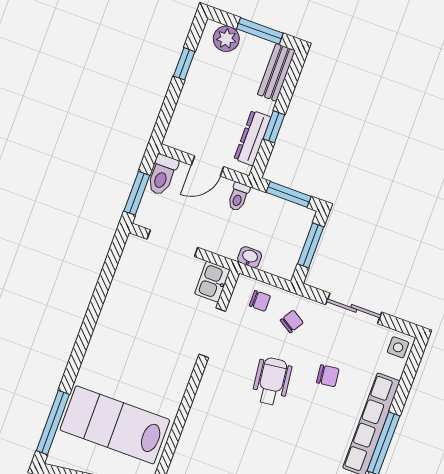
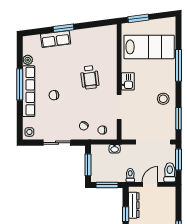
doorway: (172, 243) -> (153, 142), width x1.36
window: (109, 270) -> (179, 119), added
kitchen sink: (212, 282) -> (128, 81), moved
stool: (124, 318) -> (163, 99), added
chair: (328, 376) -> (54, 95), moved
wheelchair: (272, 381) -> (90, 77), moved
window: (53, 423) -> (179, 65), moved

